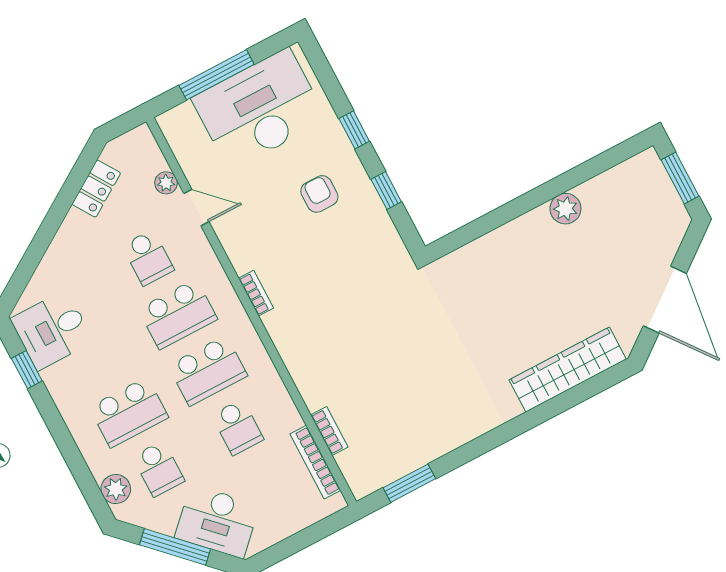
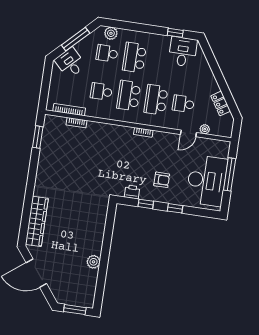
printer: (382, 233) -> (132, 192), added
desk: (217, 521) -> (70, 63), width x0.73

